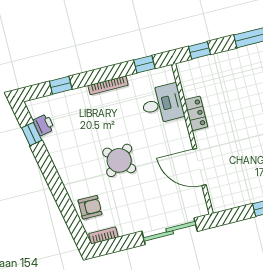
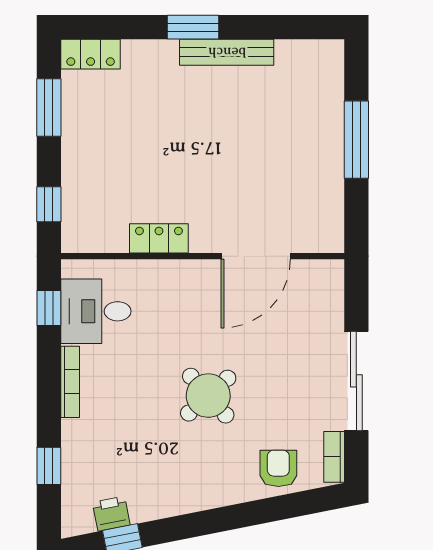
desk: (162, 104) -> (96, 311), moved, turned -90
sliding door: (170, 231) -> (356, 381), moved

